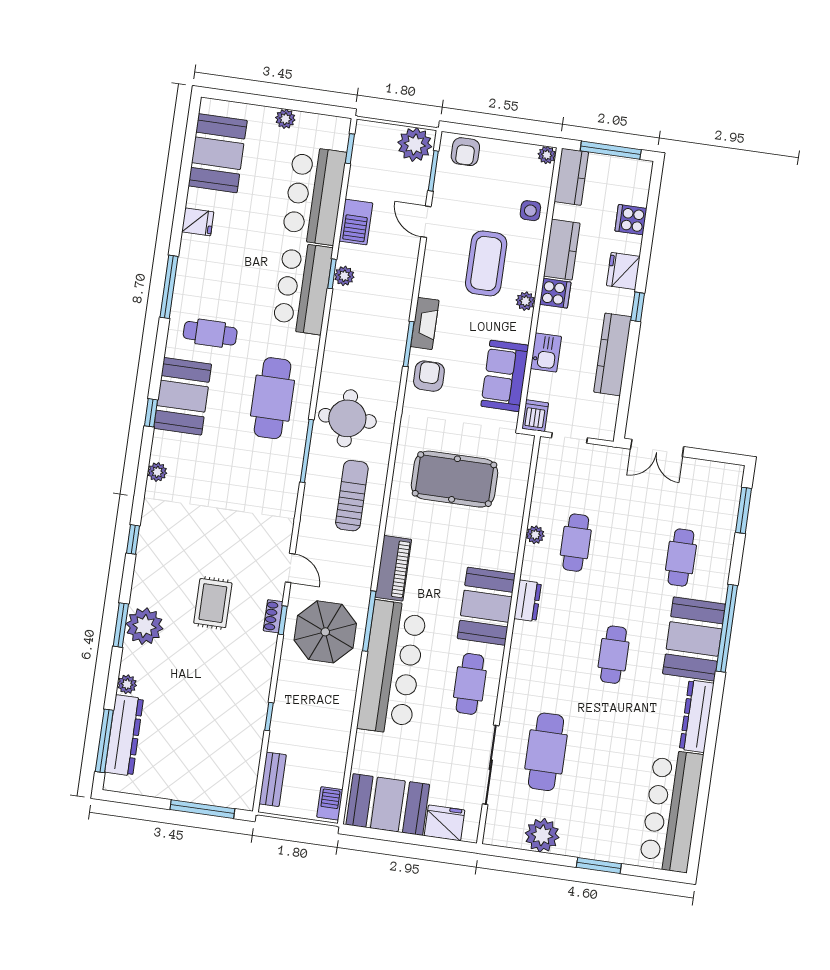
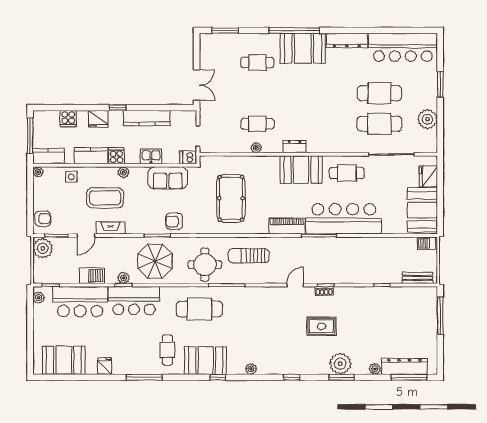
plant: (285, 119) -> (39, 298), moved
fireplace: (425, 323) -> (111, 228), moved
parasol: (325, 632) -> (155, 261), moved
cafe table: (613, 655) -> (379, 93), moved, width x1.37, depth x1.35

